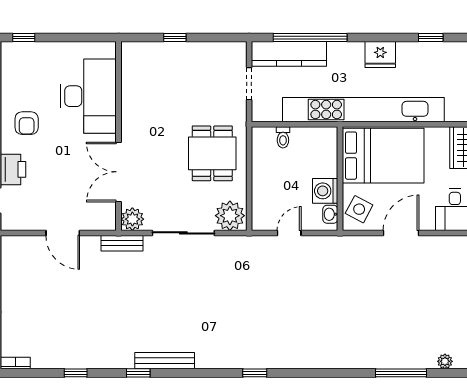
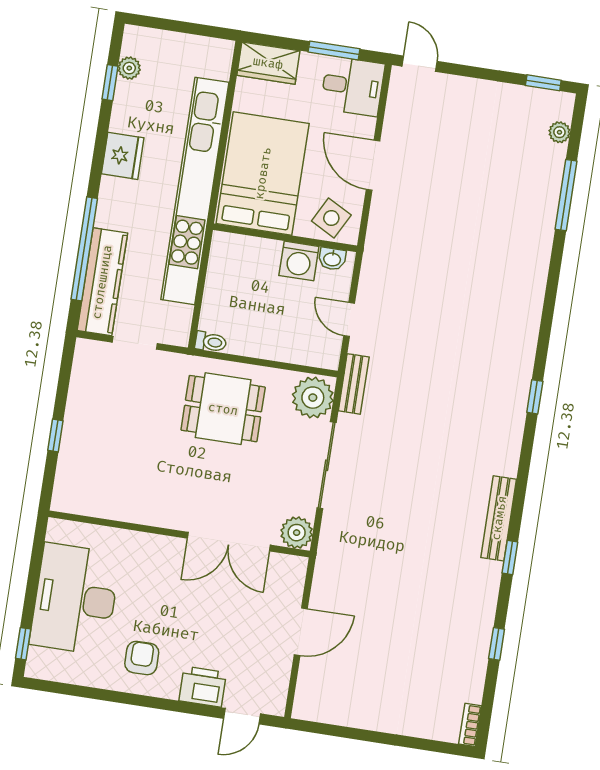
plant: (443, 50) -> (129, 68), added
desk: (88, 96) -> (75, 599), moved, turned -90
armchair: (27, 123) -> (142, 658), turned -90
toilet: (283, 137) -> (211, 342), moved
bench: (122, 243) -> (354, 384), moved

